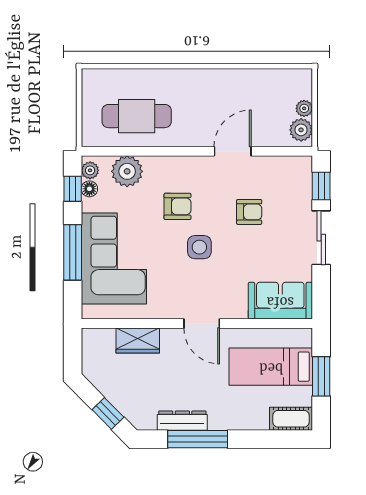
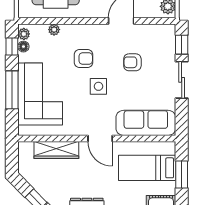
plant: (127, 171) -> (54, 30), width x0.53, depth x0.53
armchair: (249, 212) -> (132, 62), turned 180
sofa: (280, 301) -> (146, 123), width x1.36
wardrobe: (138, 341) -> (56, 150), width x1.50

